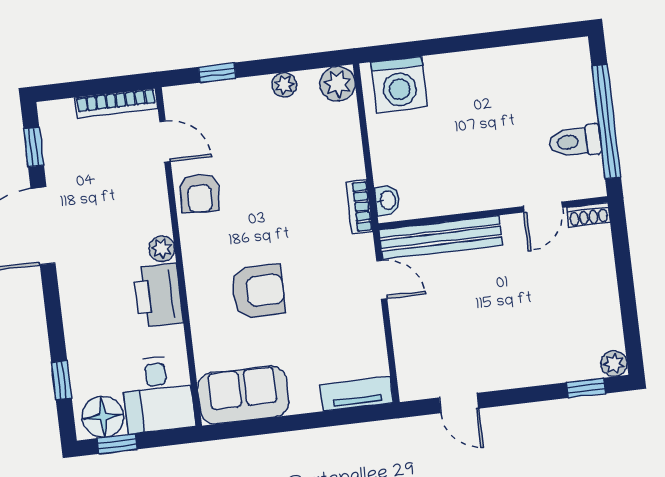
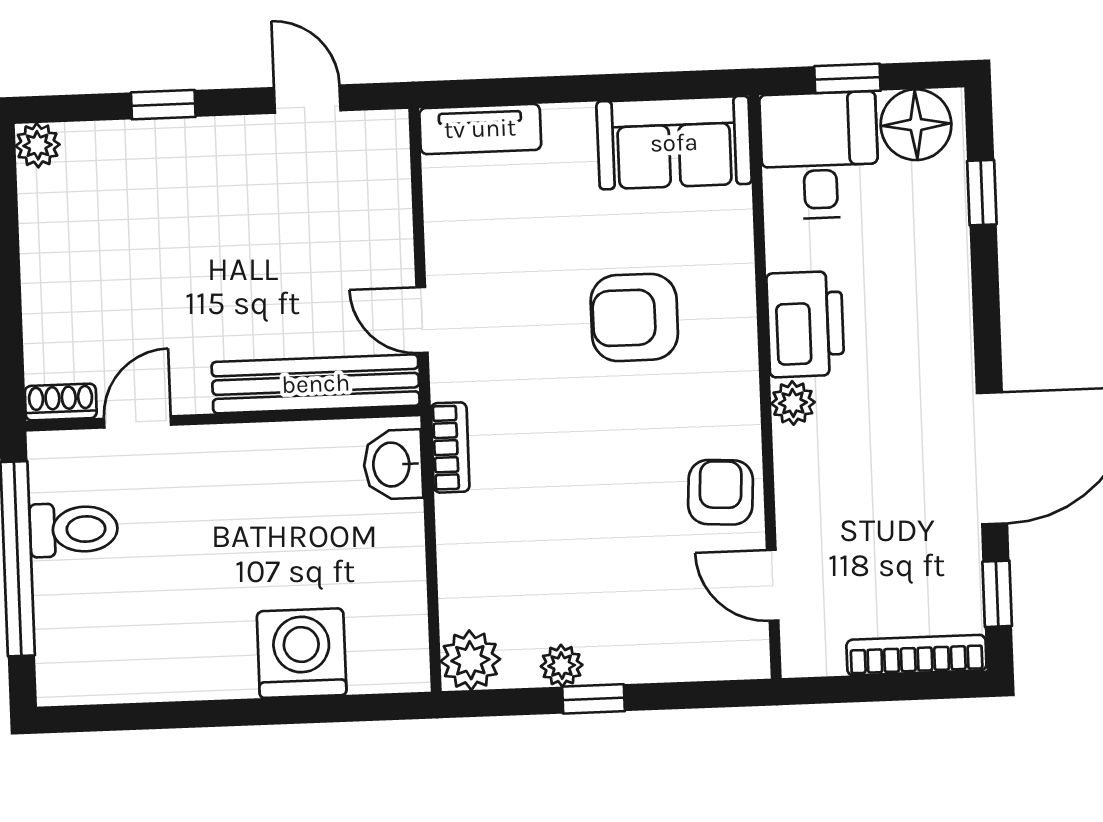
window: (217, 73) -> (593, 699), moved
washing machine: (399, 84) -> (302, 653), moved
bookcase: (116, 103) -> (916, 655), moved
washbasin: (387, 200) -> (393, 464), width x1.38, depth x1.45
window: (586, 388) -> (163, 105), moved
window: (117, 444) -> (847, 78), moved

